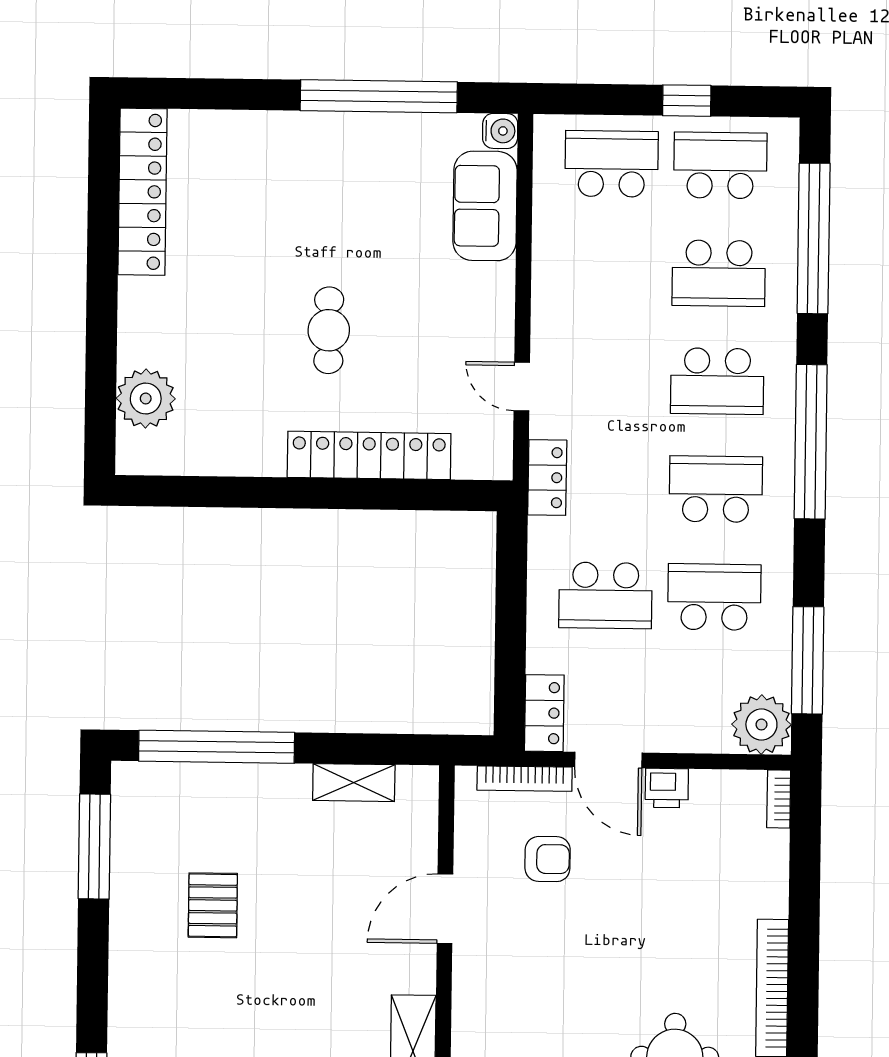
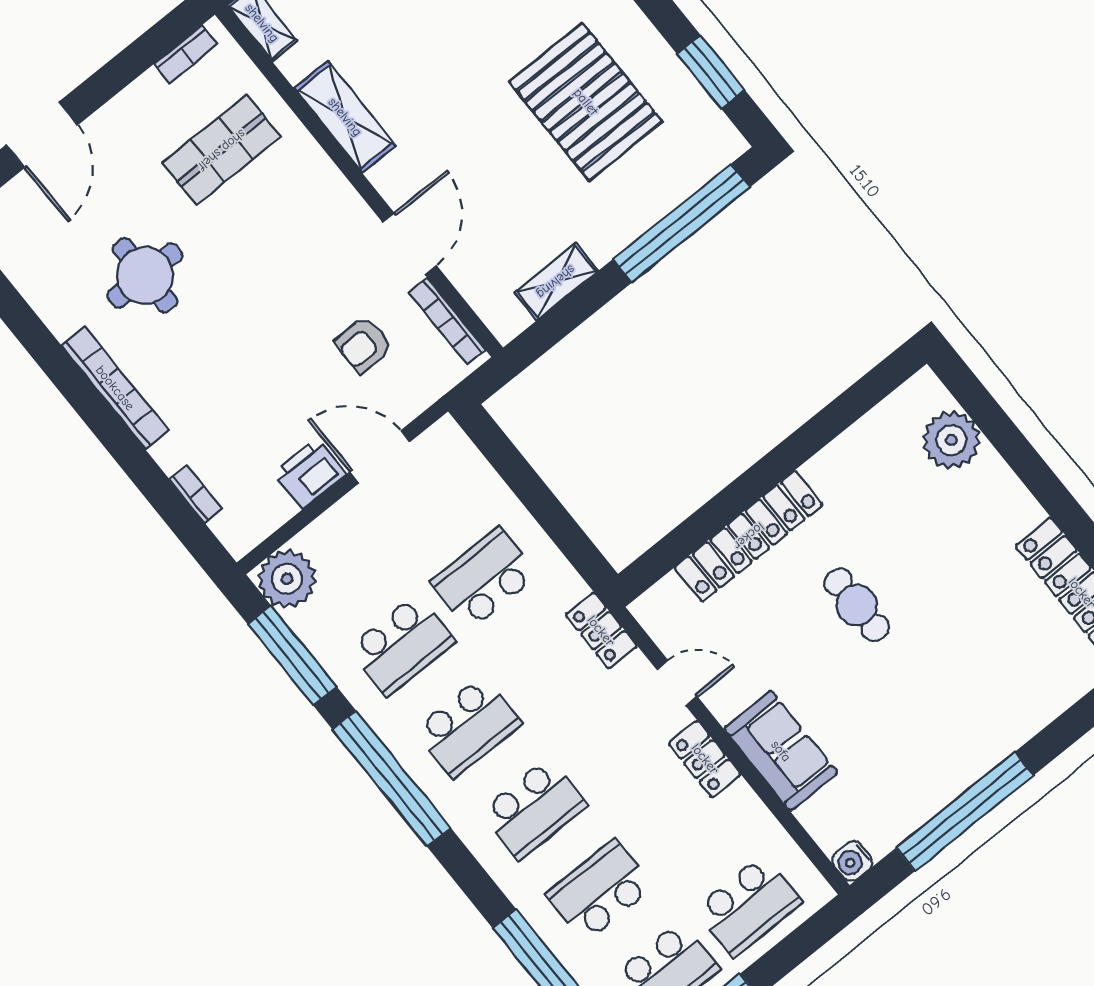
sofa: (485, 206) -> (781, 751), moved
school desk: (717, 381) -> (534, 809), turned 180
window: (811, 442) -> (391, 778), moved
locker: (544, 713) -> (705, 759), moved
bookcase: (525, 779) -> (447, 321), moved, turned -90
printer: (667, 788) -> (310, 474), width x1.36, depth x1.24
bookcase: (779, 799) -> (196, 494), moved
window: (94, 847) -> (711, 72), width x0.69
pallet: (213, 905) -> (586, 102), width x2.05, depth x2.00

